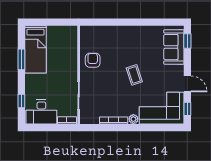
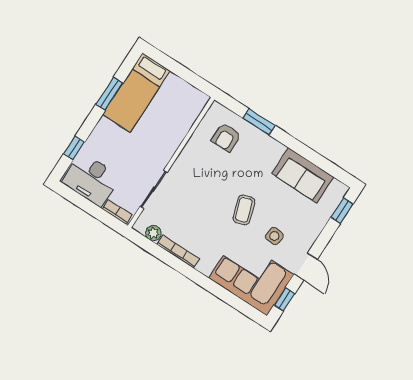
window: (112, 22) -> (259, 122), added
sofa: (174, 47) -> (303, 175), moved, turned -90
armchair: (93, 60) -> (226, 137), moved, turned 180
side table: (160, 78) -> (274, 236), added
plant: (133, 119) -> (153, 233), moved

